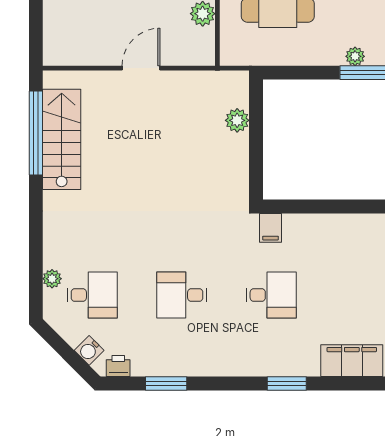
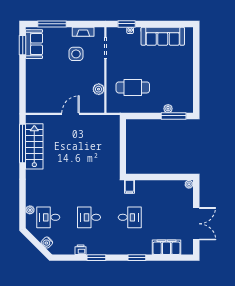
plant: (237, 120) -> (114, 138), removed
desk: (92, 295) -> (48, 217), turned 180
printer: (118, 366) -> (81, 250), moved
window: (166, 384) -> (96, 258), moved

